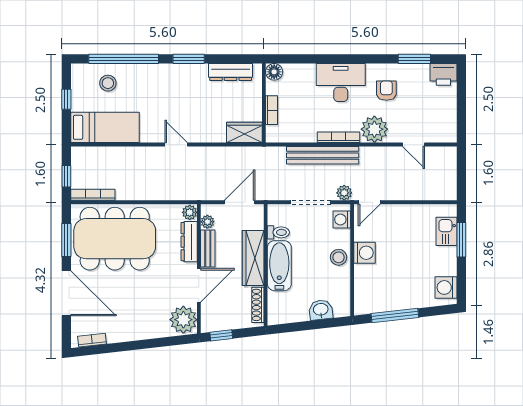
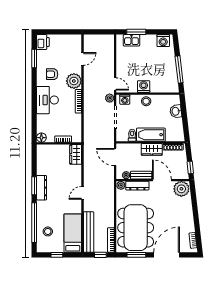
dresser: (231, 72) -> (42, 188), moved
bench: (323, 155) -> (89, 232), moved
wardrobe: (253, 258) -> (152, 149), width x0.67

